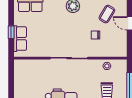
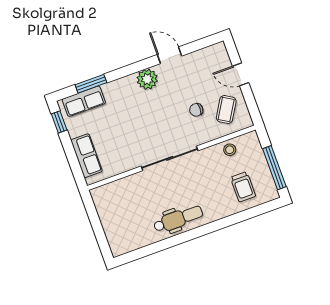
coffee table: (107, 14) -> (226, 110), moved
window: (11, 32) -> (59, 122), moved

